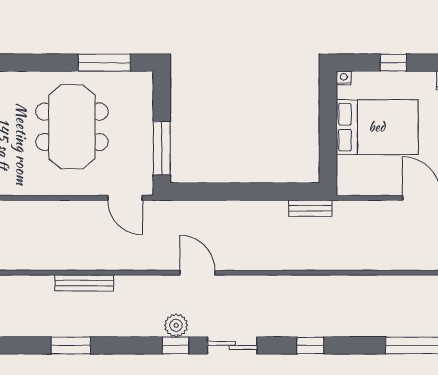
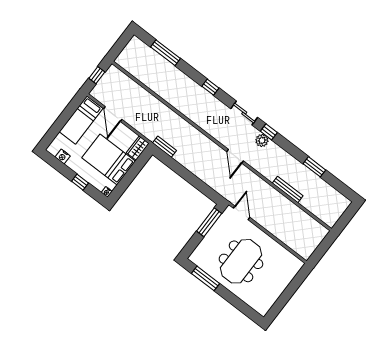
wardrobe: (348, 176) -> (138, 148), added

